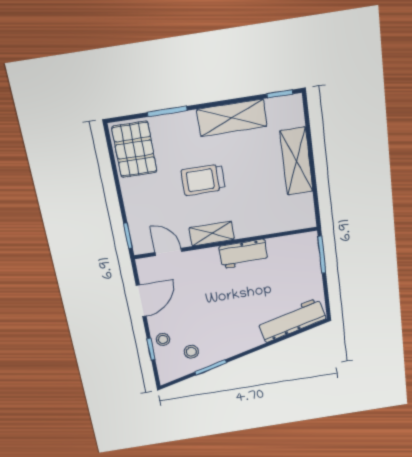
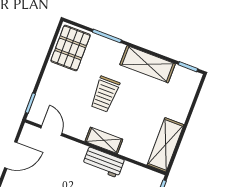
shelving: (296, 161) -> (166, 145), moved
trolley: (203, 180) -> (105, 94), turned -90
shelving: (212, 234) -> (104, 140), moved

